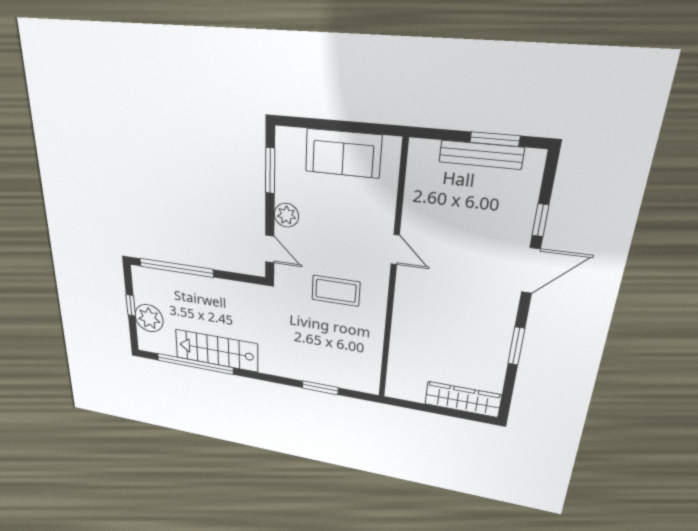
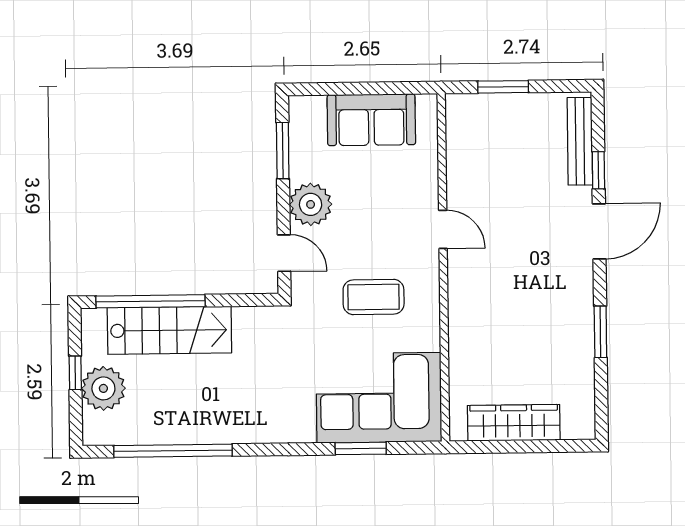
window: (495, 139) -> (503, 87), moved
bench: (481, 155) -> (580, 141), moved, turned 90
plant: (286, 215) -> (311, 204), width x1.36, depth x1.36
stairs: (216, 351) -> (169, 330), moved, turned 180
corner sofa: (335, 359) -> (379, 398), added
wardrobe: (463, 399) -> (514, 423), moved

